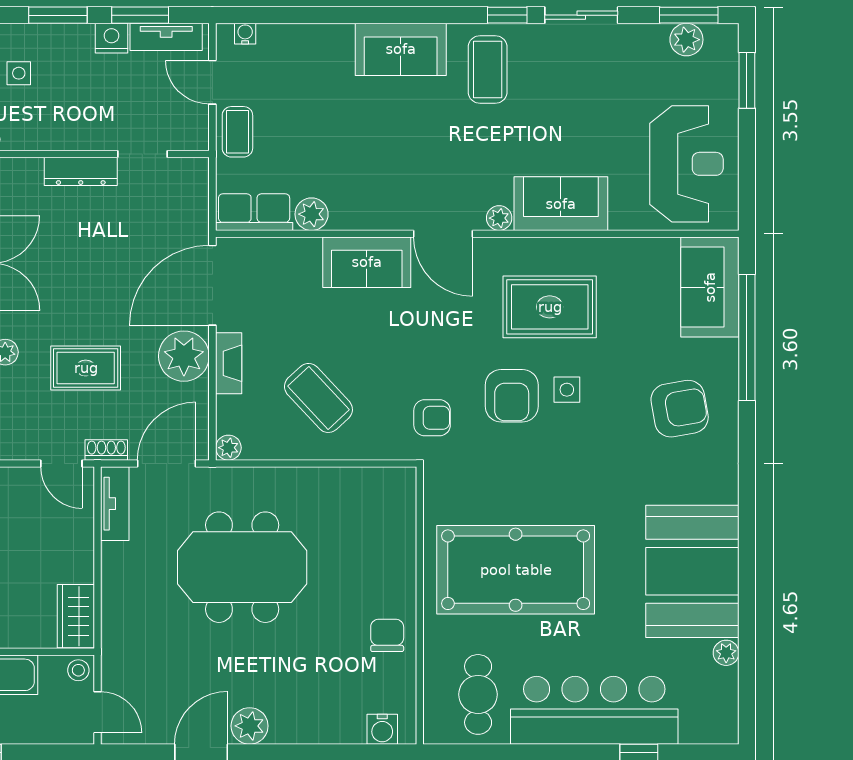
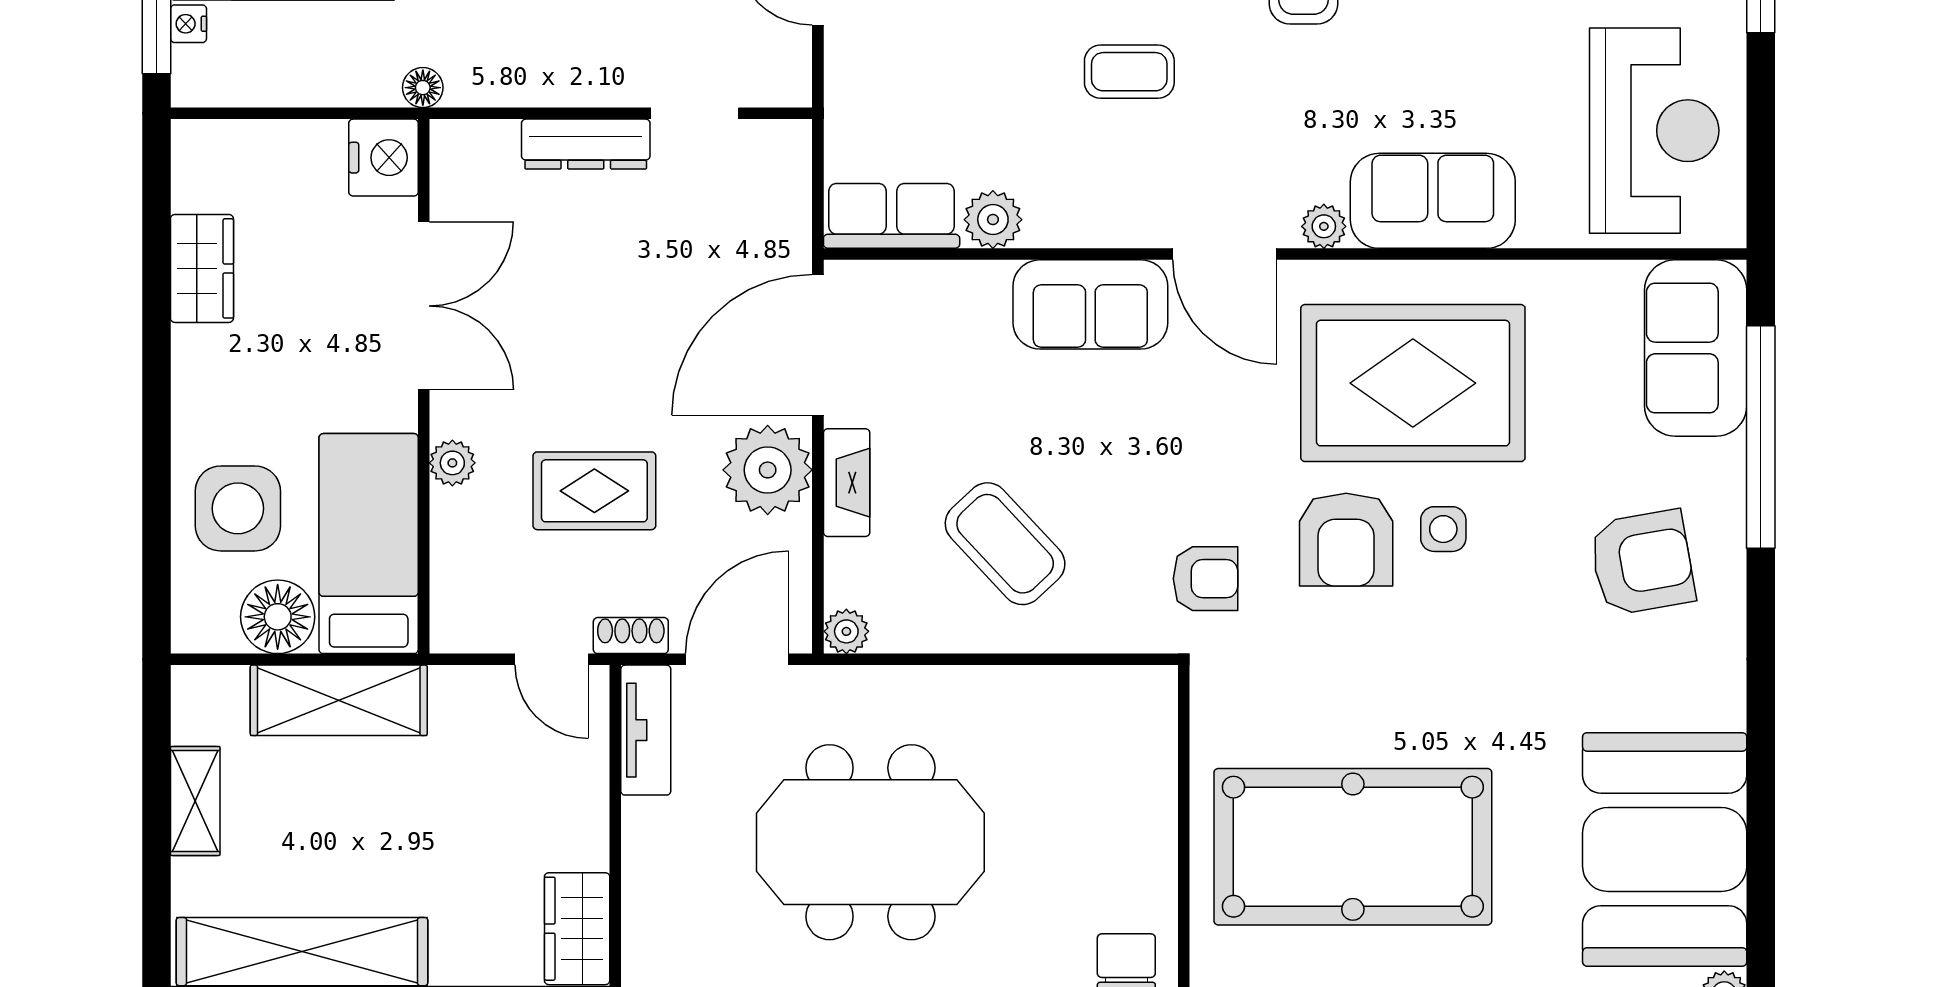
coffee table: (237, 132) -> (1129, 72), moved, turned 90
rug: (550, 307) -> (1413, 383), width x1.37, depth x1.44

